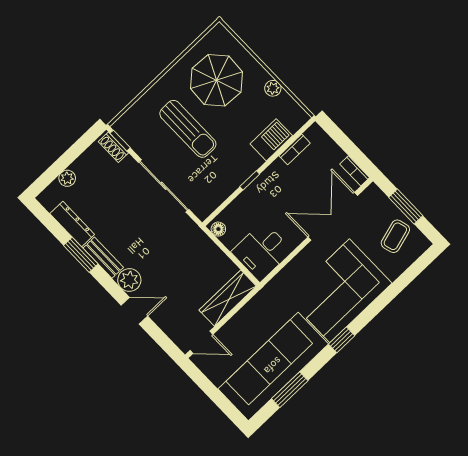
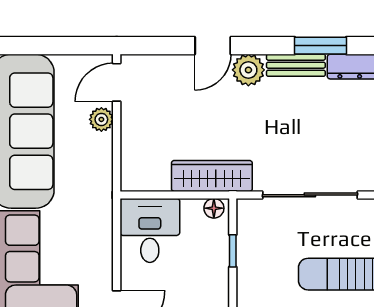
window: (250, 180) -> (233, 251), moved
wardrobe: (228, 298) -> (212, 176), moved, turned -90
plant: (228, 332) -> (101, 119), added

